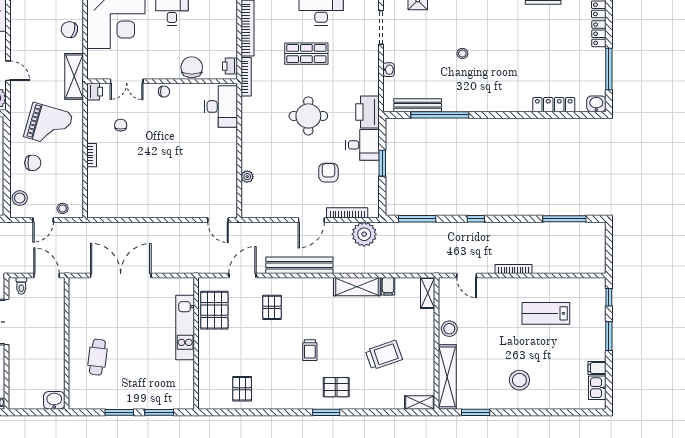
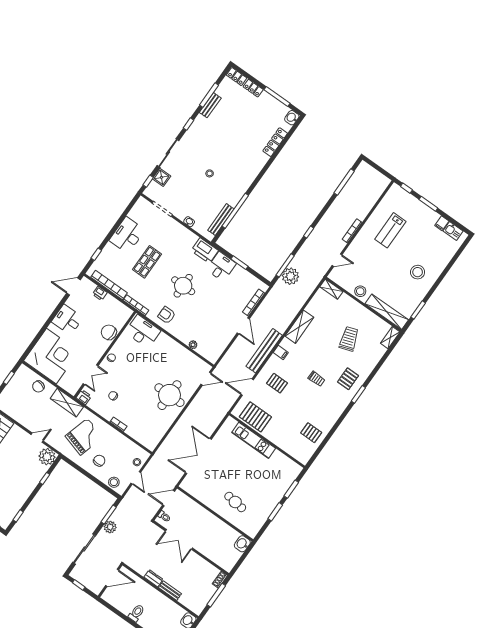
printer: (230, 66) -> (100, 293), moved
armchair: (328, 173) -> (167, 315), moved
round table: (168, 191) -> (169, 395), added
plant: (364, 234) -> (290, 276), moved
door: (242, 276) -> (247, 387), hinge flipped
filing cabinet: (388, 286) -> (281, 352), moved

